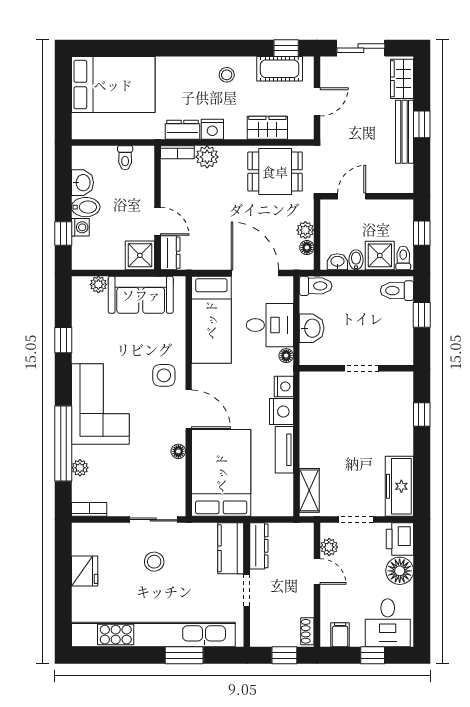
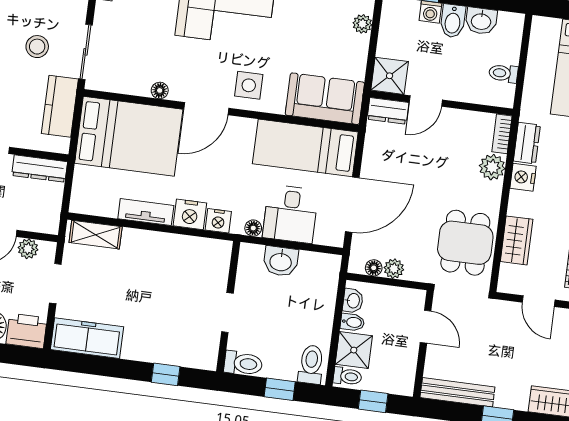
bench: (405, 132) -> (457, 392), moved
toilet: (316, 286) -> (243, 363), moved, turned -90
sofa: (141, 295) -> (325, 99), moved, turned 90
kitchen counter: (231, 548) -> (60, 106), moved, turned -90

